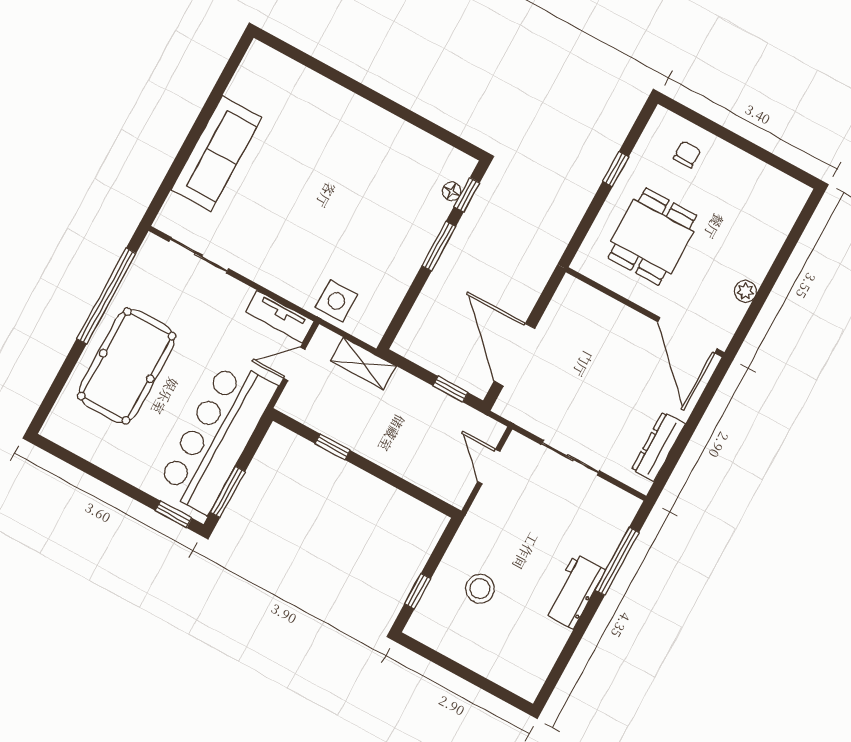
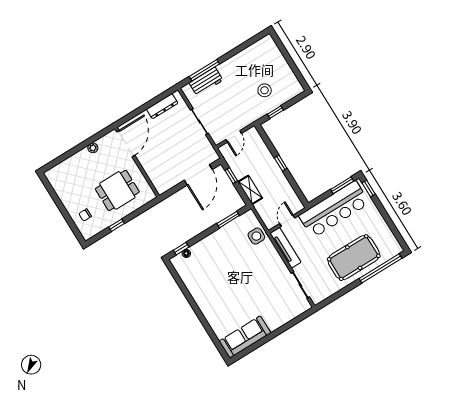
sofa: (216, 154) -> (245, 337), moved
window: (439, 246) -> (228, 220), moved
window: (106, 296) -> (381, 268), moved
tv unit: (280, 317) -> (285, 248), width x1.41
shelving: (363, 363) -> (250, 190), moved
door: (294, 364) -> (287, 221), swing flipped
window: (333, 447) -> (281, 163), moved
window: (418, 591) -> (275, 112), moved
workbench: (574, 592) -> (206, 81), moved

